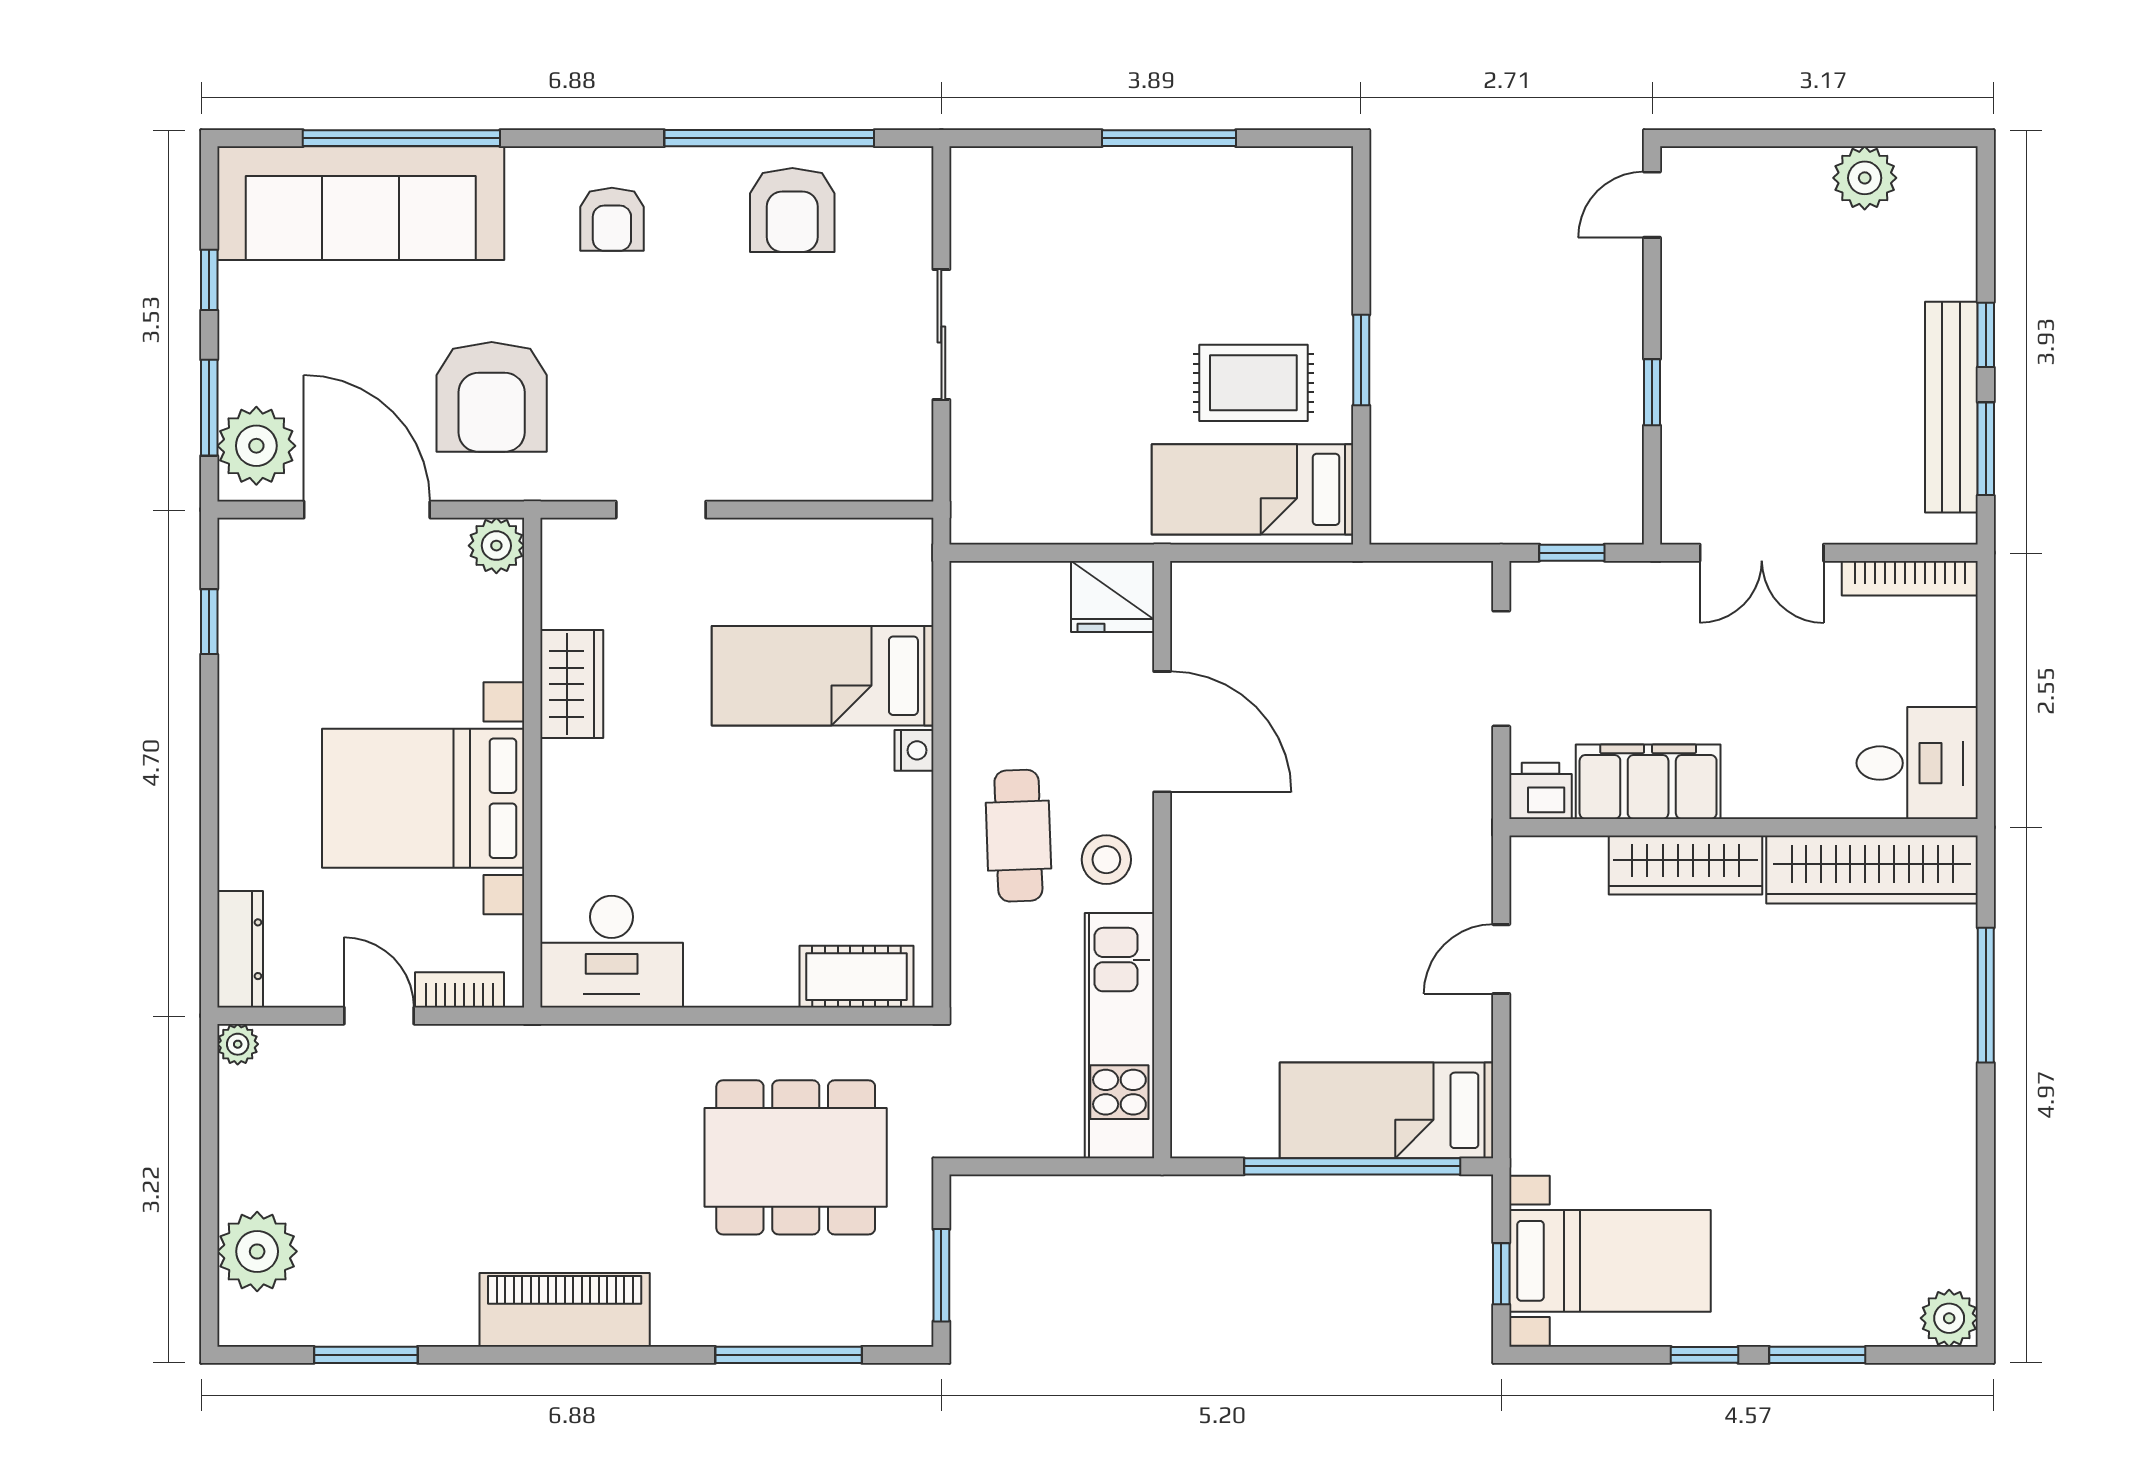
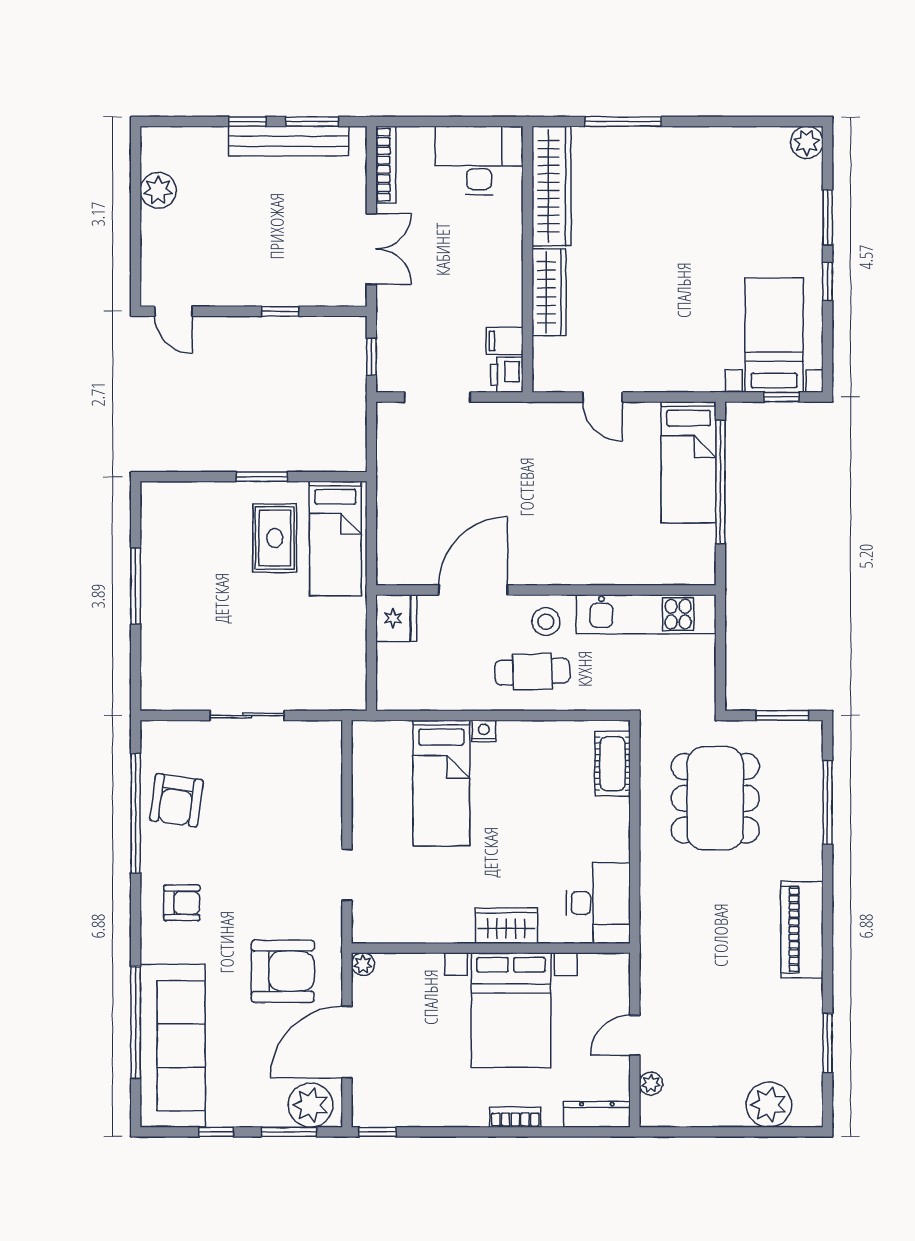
armchair: (792, 210) -> (176, 800), turned 98
plant: (496, 546) -> (363, 964), width x0.73, depth x0.73
window: (209, 622) -> (378, 1132), moved
wardrobe: (572, 684) -> (506, 926), moved
desk: (1917, 763) -> (479, 161), width x1.37
filing cabinet: (1648, 782) -> (505, 341), width x0.33, depth x0.86
bookcase: (460, 990) -> (515, 1117), moved, turned 90
plant: (238, 1044) -> (651, 1084), moved

